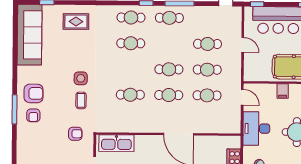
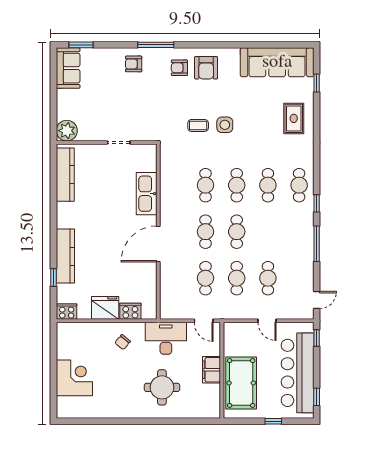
cafe table: (169, 18) -> (237, 185), moved
door: (243, 45) -> (267, 321), hinge flipped
filing cabinet: (283, 91) -> (212, 370), width x2.00
door: (242, 97) -> (204, 321), hinge flipped
window: (15, 109) -> (156, 45), moved
armchair: (75, 134) -> (134, 64), moved, turned 90
kitchen sink: (116, 143) -> (147, 194), moved

